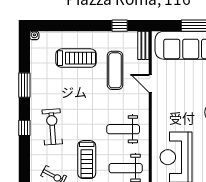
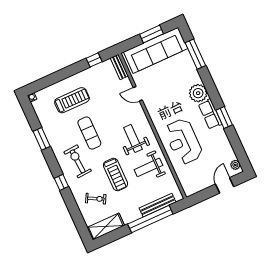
exercise mat: (115, 70) -> (89, 133), moved
window: (24, 128) -> (61, 182), moved
weight bench: (123, 129) -> (133, 138), turned 90

